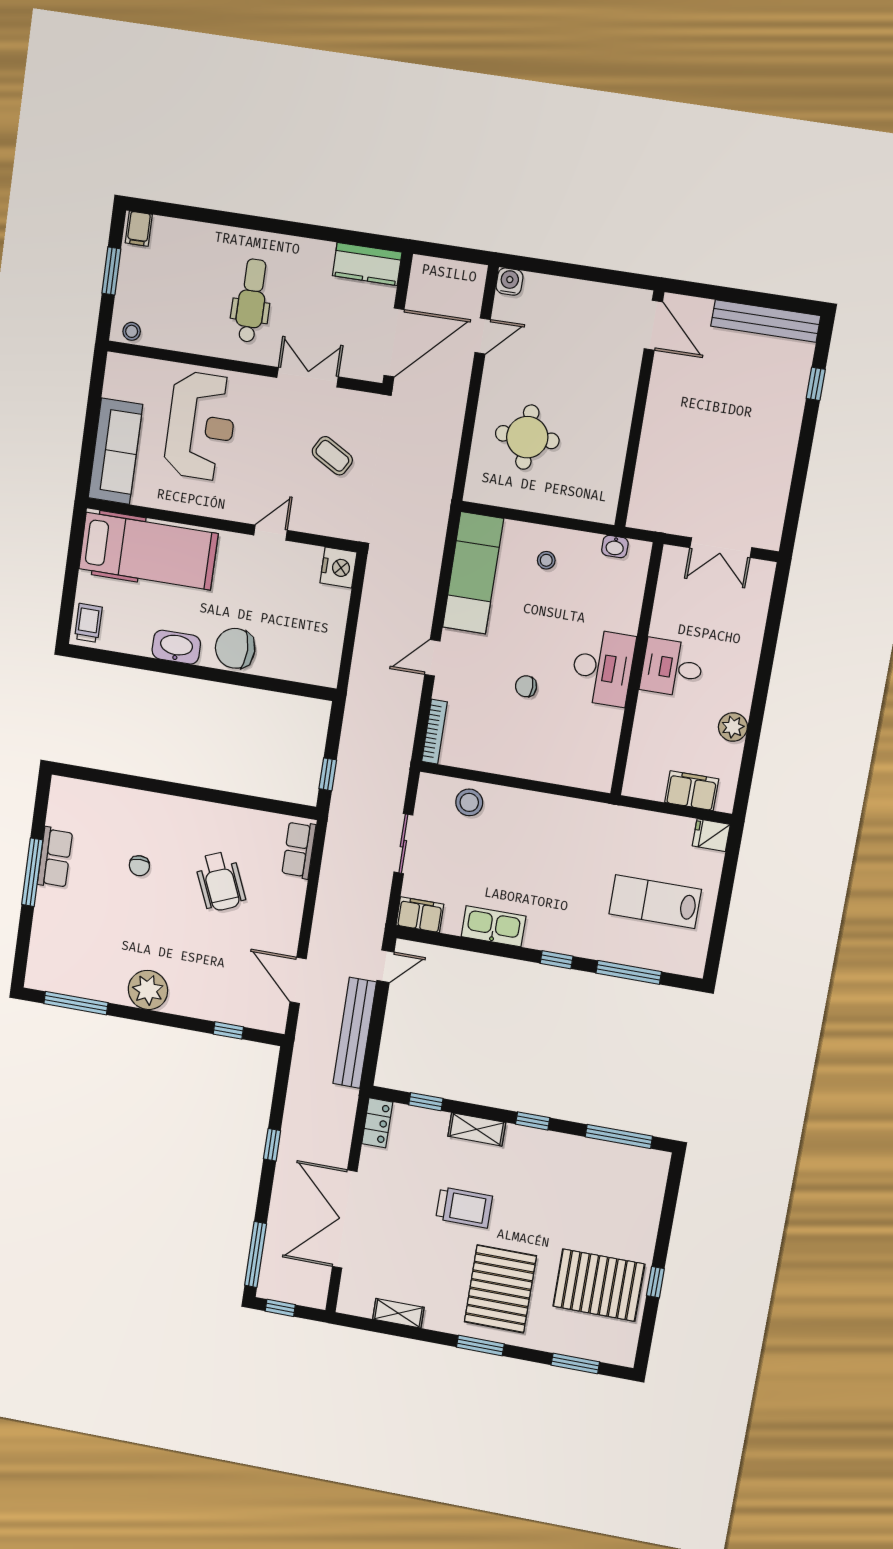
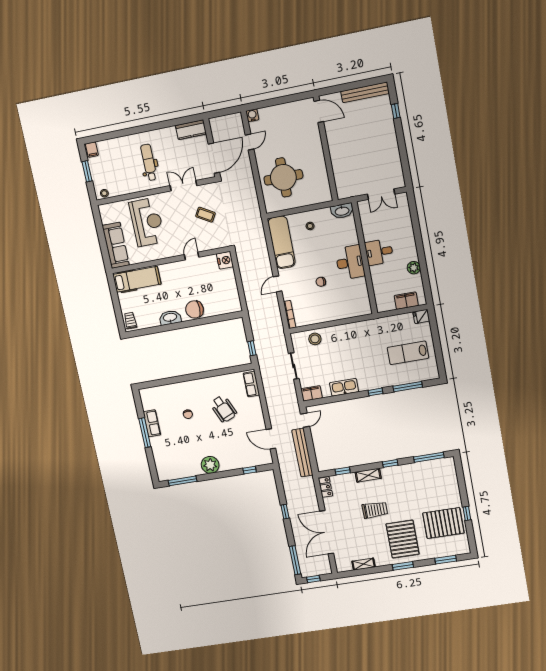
round table: (527, 437) -> (283, 177), width x1.36, depth x1.36
washbasin: (615, 547) -> (342, 211), width x1.91, depth x1.45
hospital bed: (148, 551) -> (137, 279), width x0.73, depth x0.78

